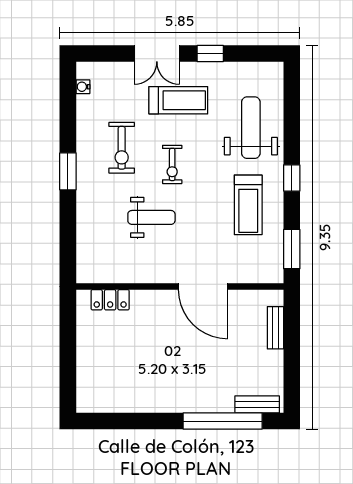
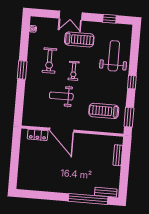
window: (210, 53) -> (109, 19), moved
treadmill: (248, 205) -> (104, 111), moved, turned 90
weight bench: (151, 217) -> (61, 96), turned 180
door: (203, 287) -> (62, 130), moved

